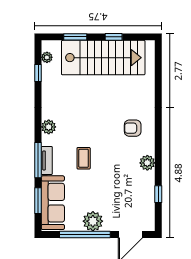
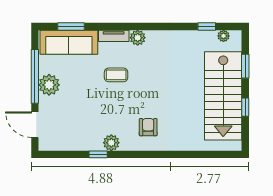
plant: (49, 127) -> (138, 38), moved
window: (38, 160) -> (114, 26), removed
window: (158, 194) -> (98, 154), moved

